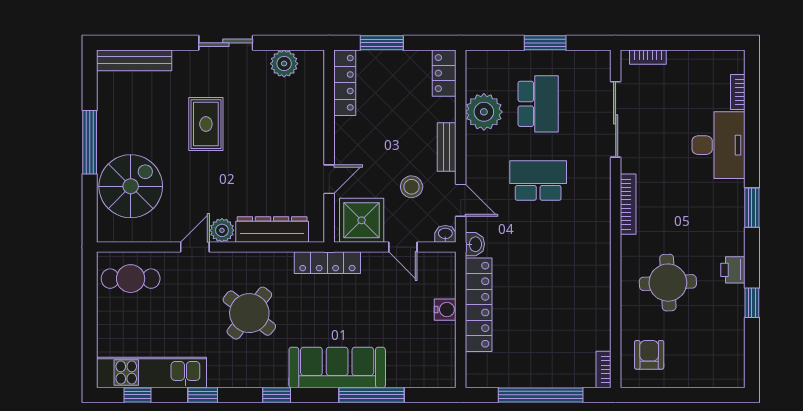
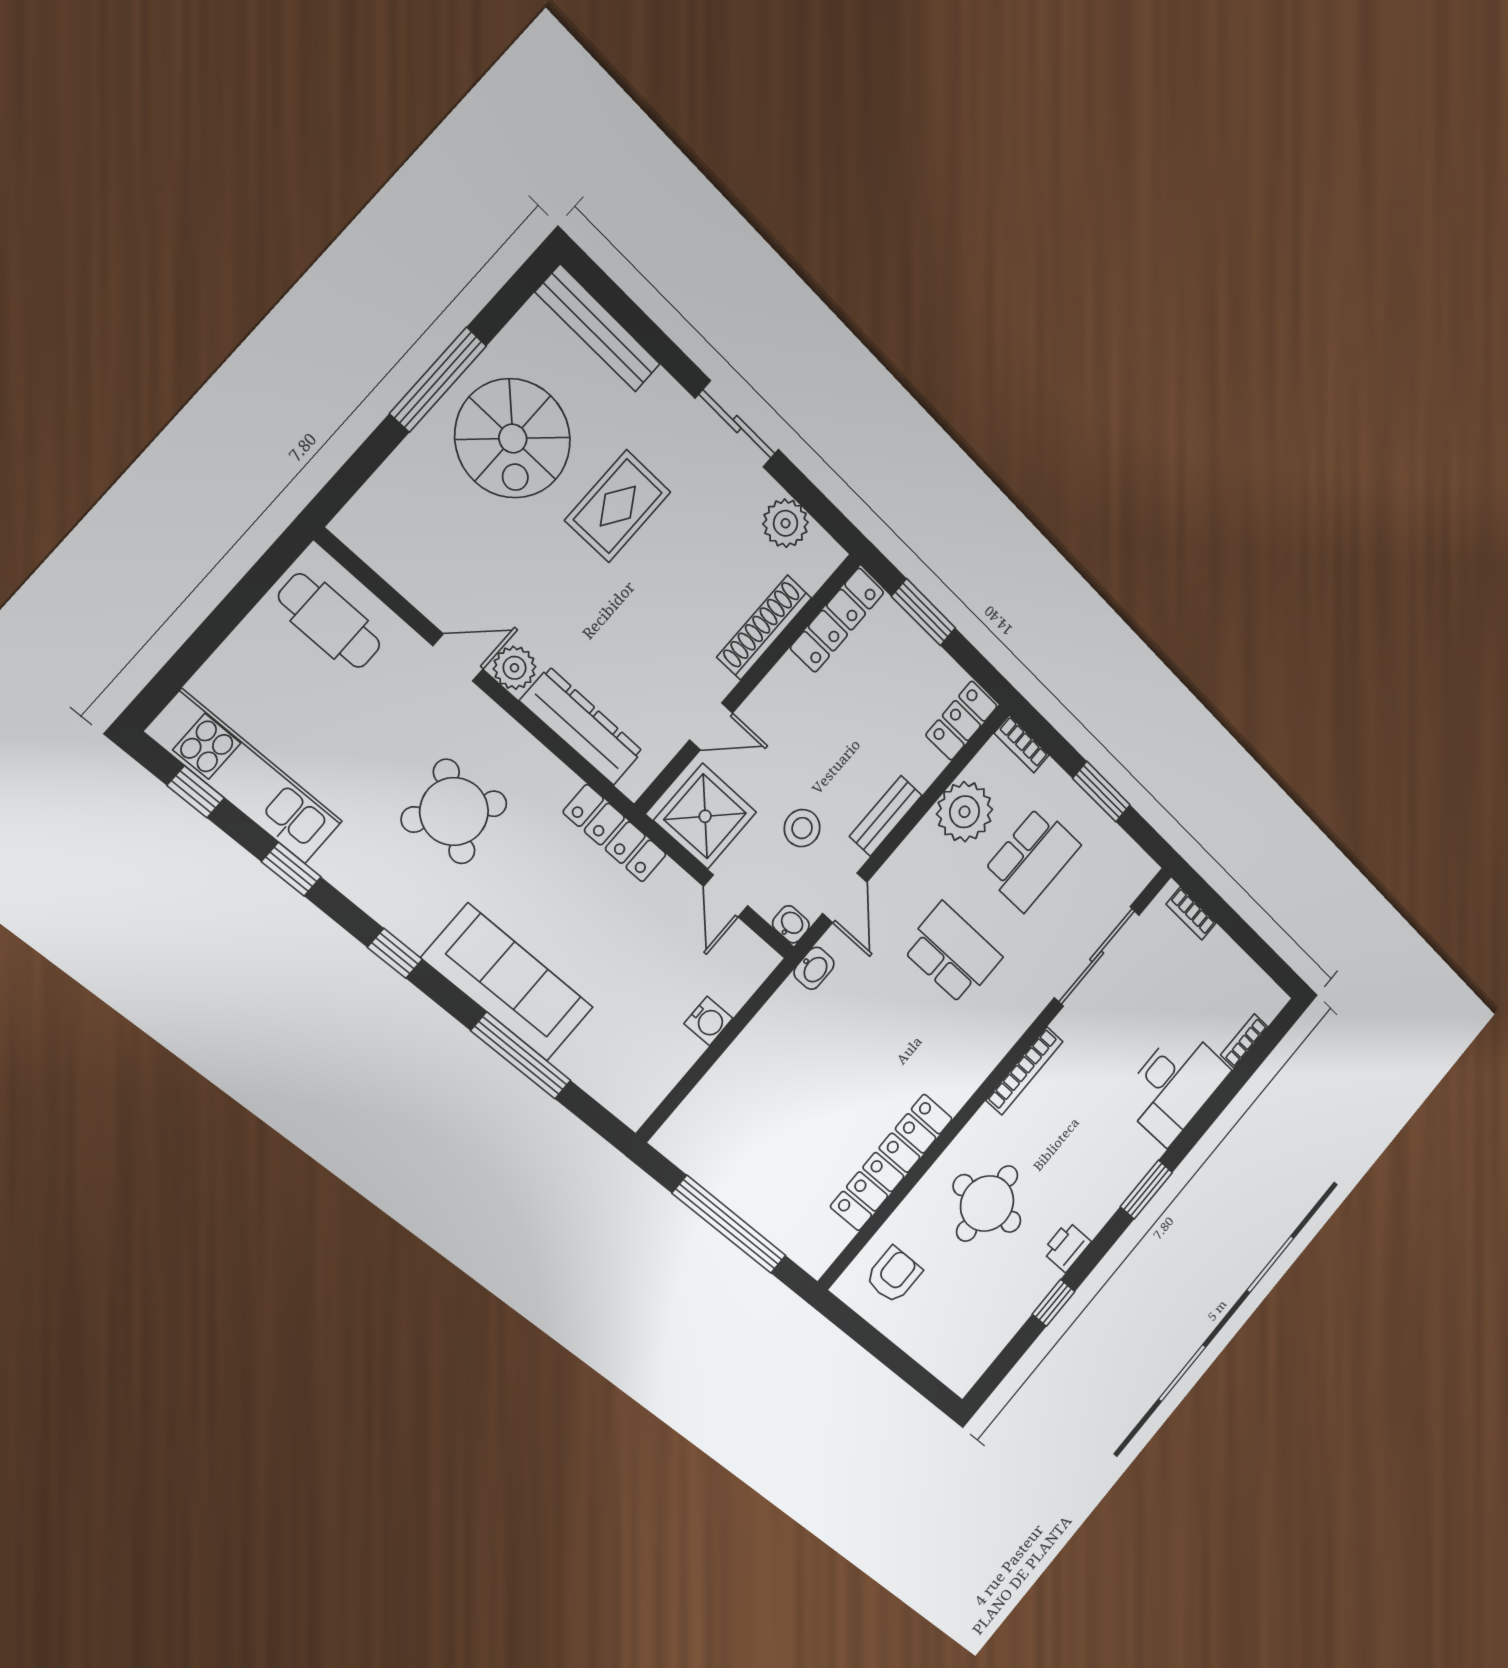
shoe rack: (315, 116) -> (764, 627), added
spiral stairs: (131, 186) -> (513, 438), moved, turned 90
locker: (479, 305) -> (891, 1162), moved, turned 180
bookcase: (604, 370) -> (1022, 744), moved, turned -90

